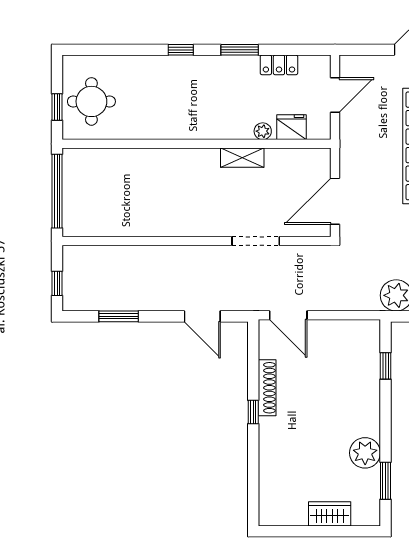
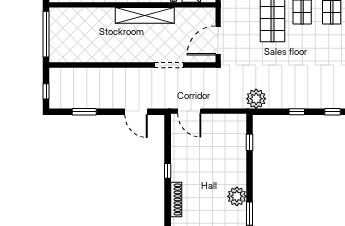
shelving: (242, 158) -> (145, 15), width x2.20, depth x1.33
shoe rack: (267, 388) -> (176, 199), moved

